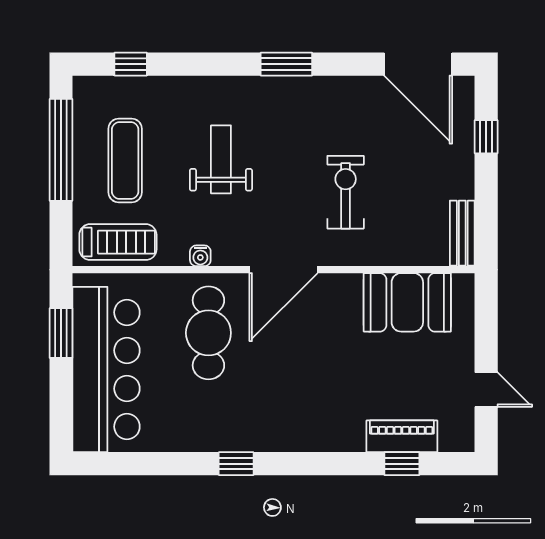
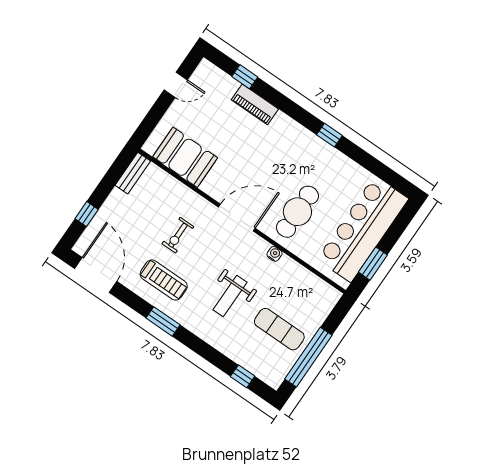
exercise mat: (125, 160) -> (279, 329), turned 90
exercise bike: (346, 192) -> (178, 235), width x0.73, depth x0.72
treadmill: (118, 242) -> (164, 280), moved, turned 180
door: (486, 390) -> (176, 85), swing flipped
piano: (402, 436) -> (255, 104), moved

